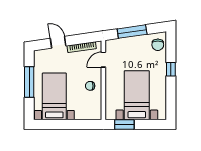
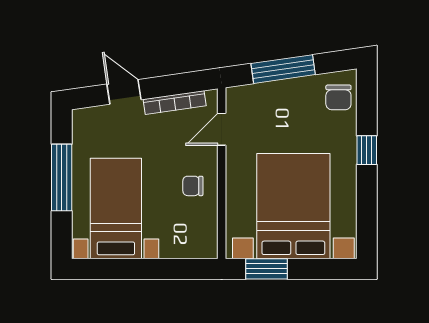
bed with nightstands: (137, 95) -> (293, 206), width x1.36

